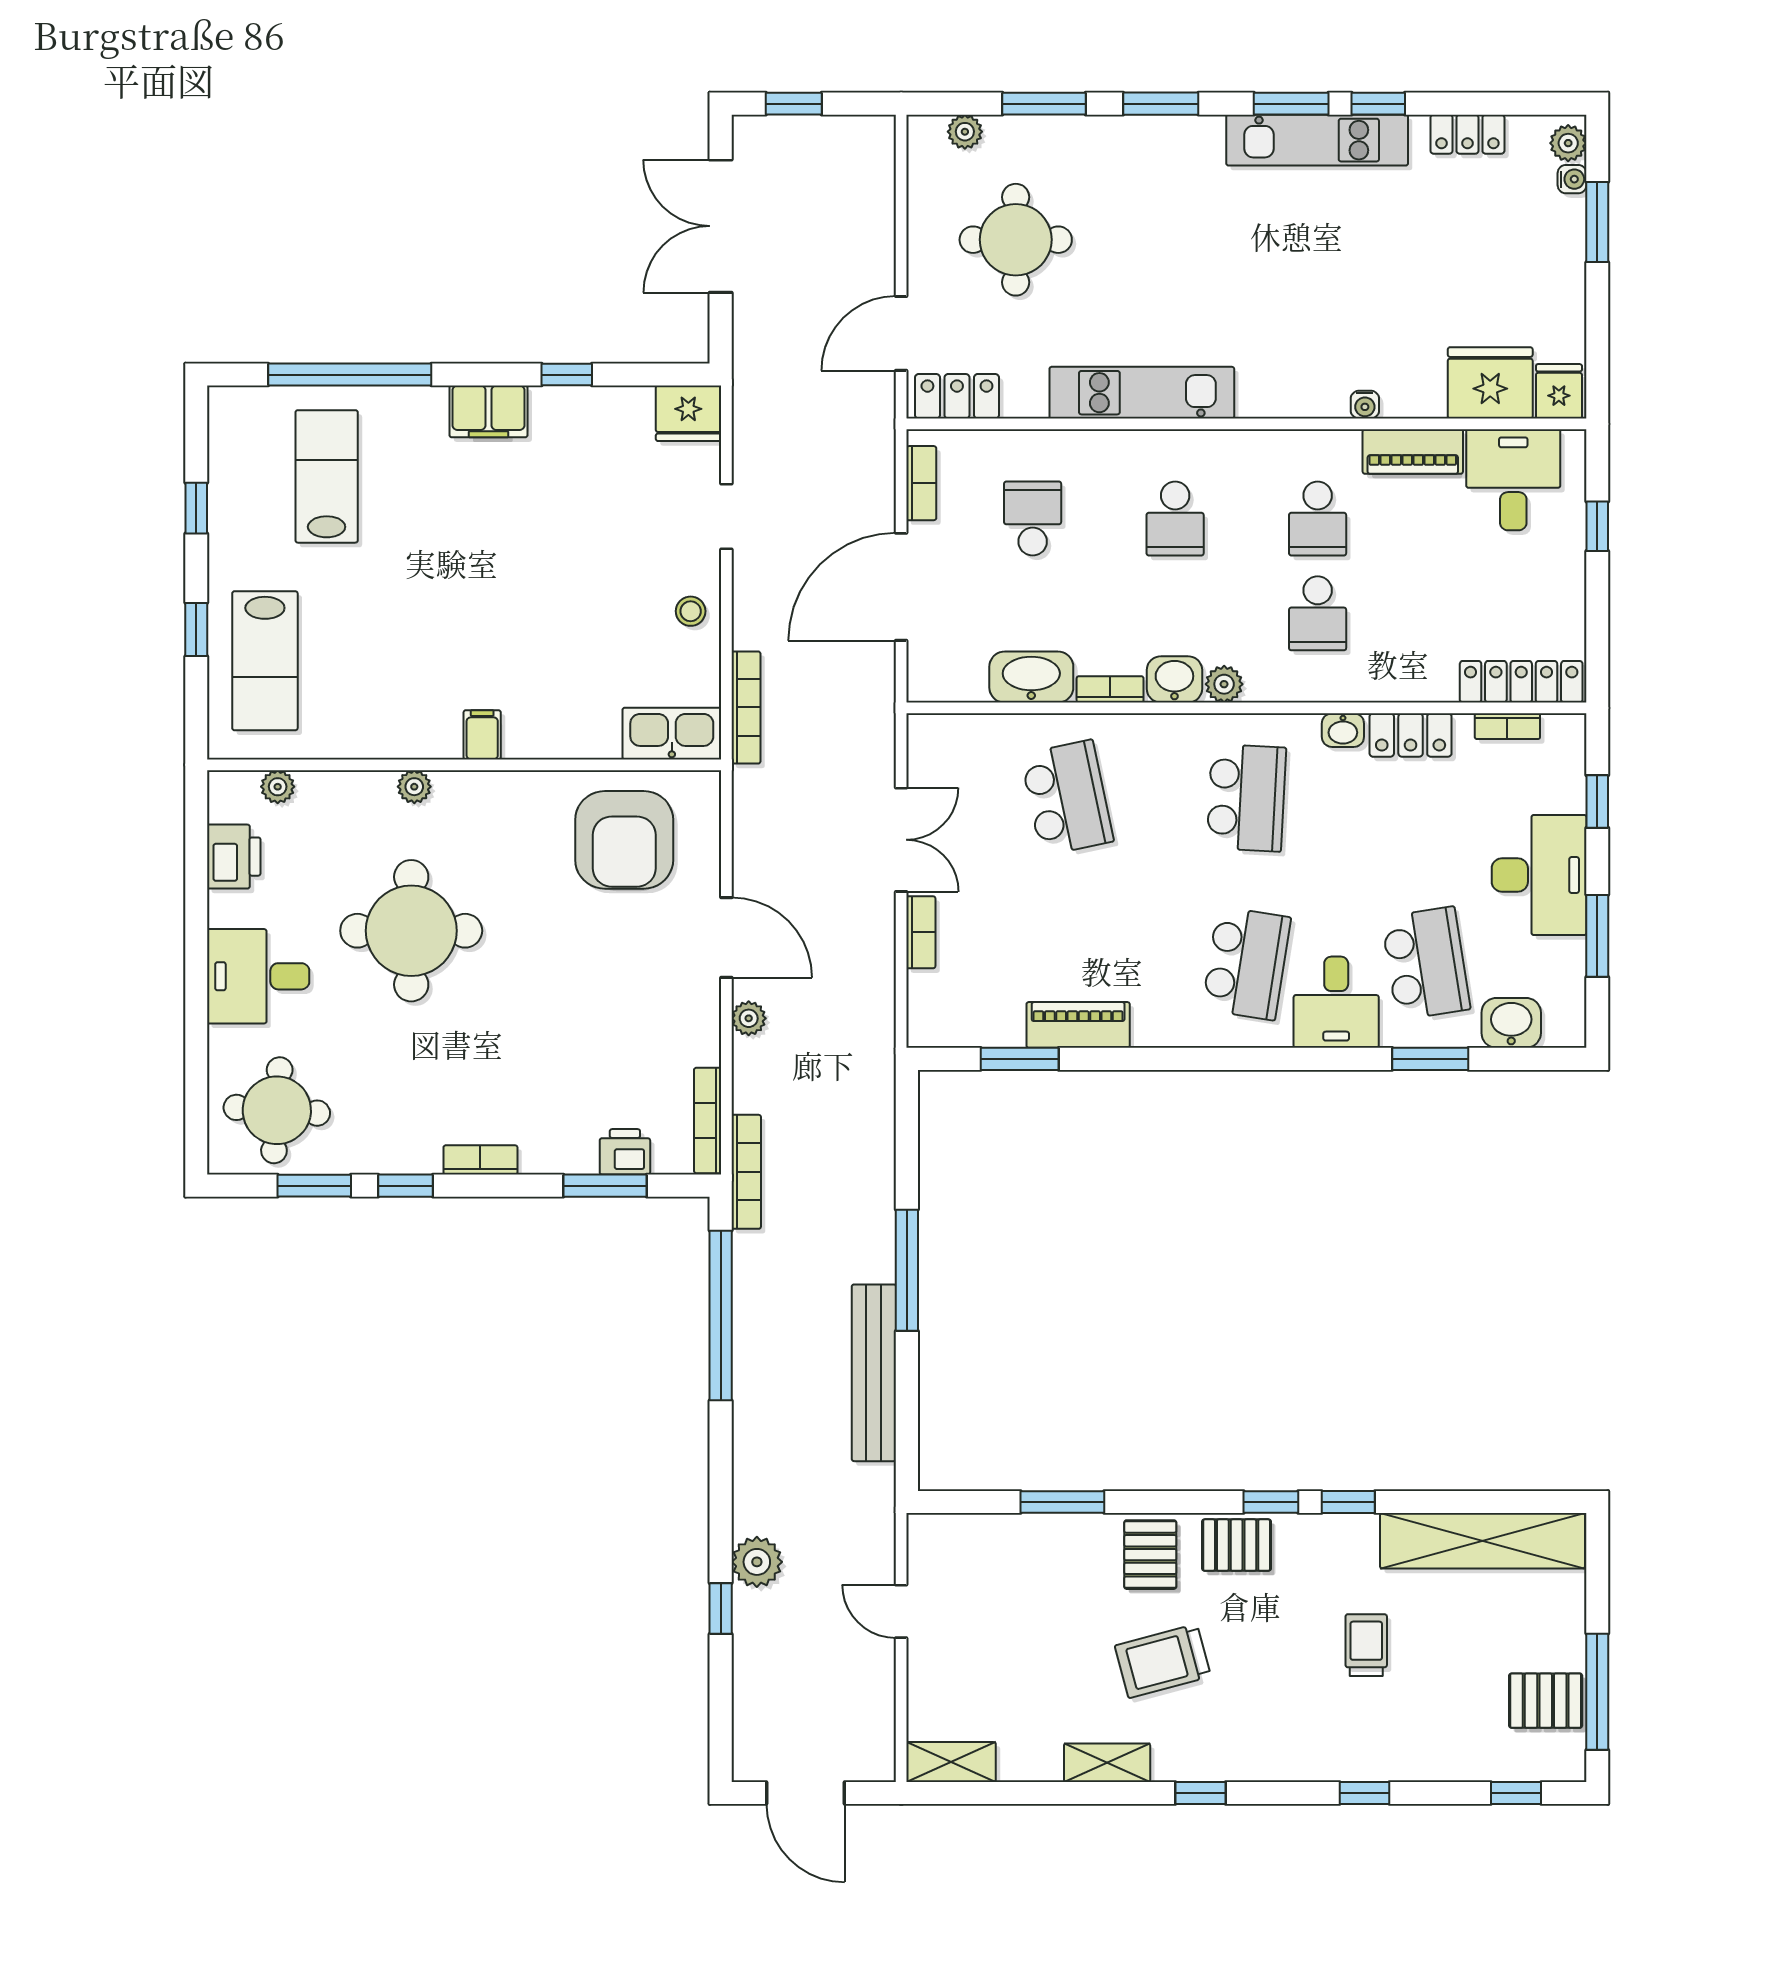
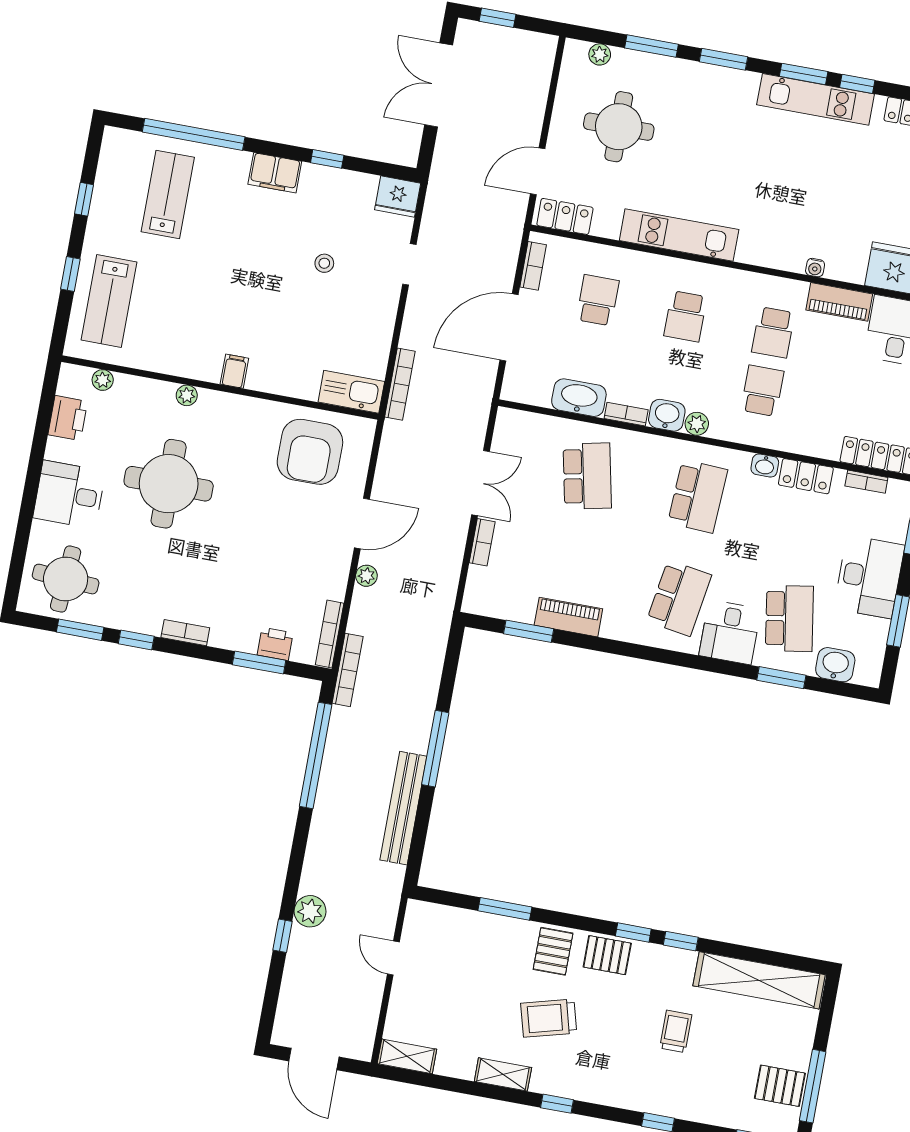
stool: (691, 611) -> (324, 263), moved
school desk: (1318, 613) -> (762, 391), turned 180
door: (726, 938) -> (362, 524), hinge flipped

